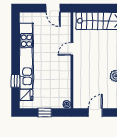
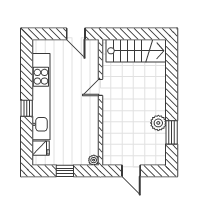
window: (15, 81) -> (27, 108), moved
door: (95, 112) -> (131, 171), swing flipped

